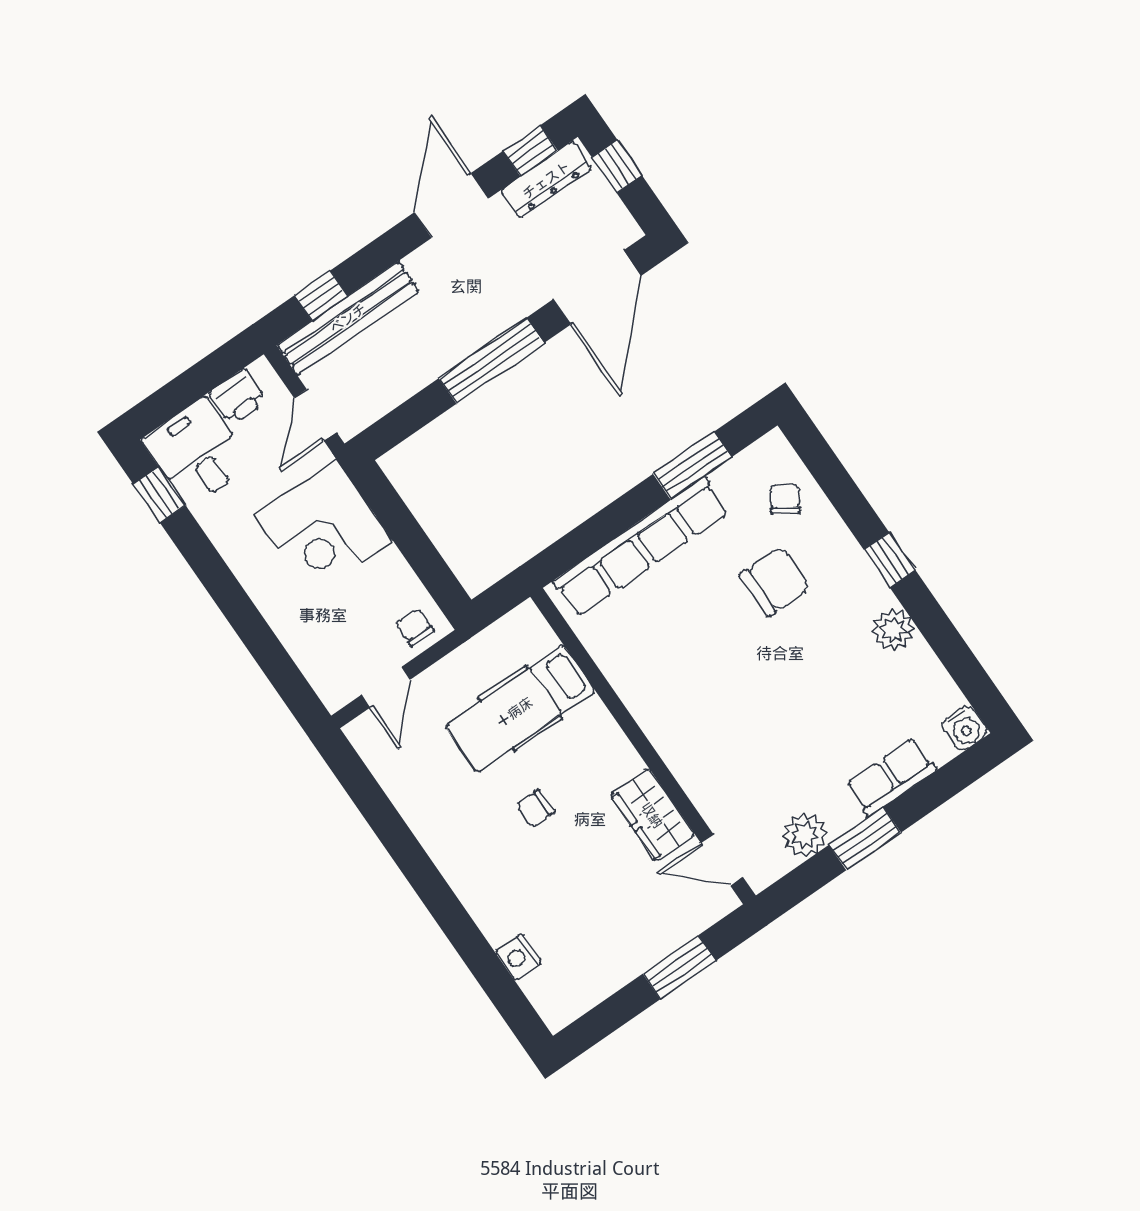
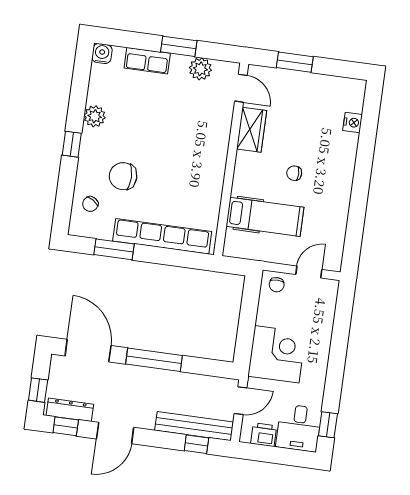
door: (597, 287) -> (88, 351), hinge flipped
chair: (535, 809) -> (294, 173), turned 180

